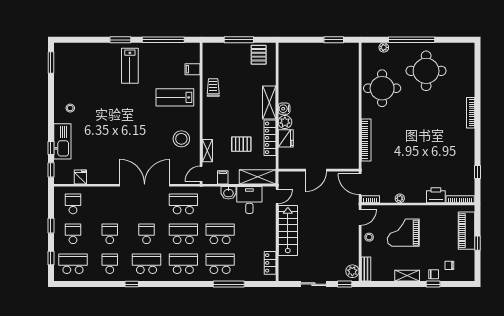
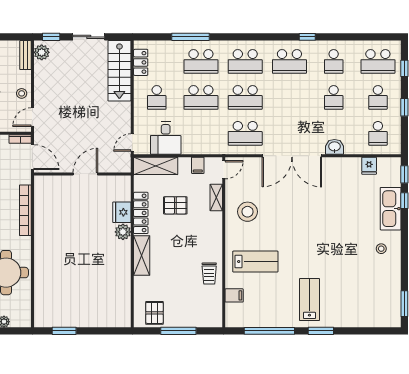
water cooler: (284, 109) -> (124, 248), removed
washbasin: (228, 193) -> (334, 147), moved
stairs: (288, 230) -> (119, 71), moved
school desk: (147, 234) -> (157, 97), moved

